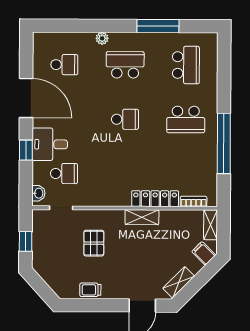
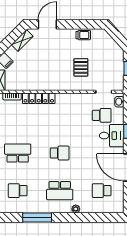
school desk: (186, 65) -> (18, 191), width x0.54
school desk: (125, 119) -> (60, 153), turned 180
school desk: (64, 174) -> (102, 115), turned 180
shelving: (142, 217) -> (48, 85), removed

